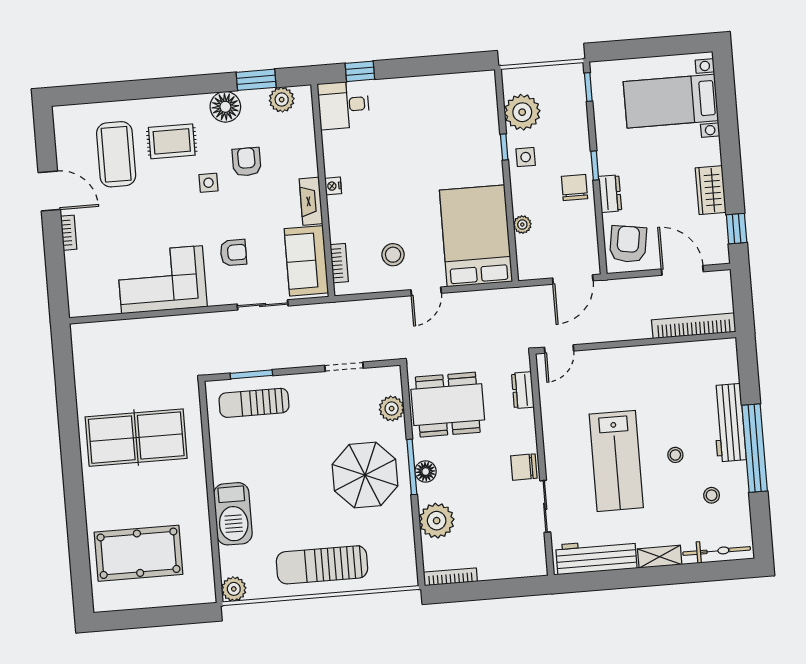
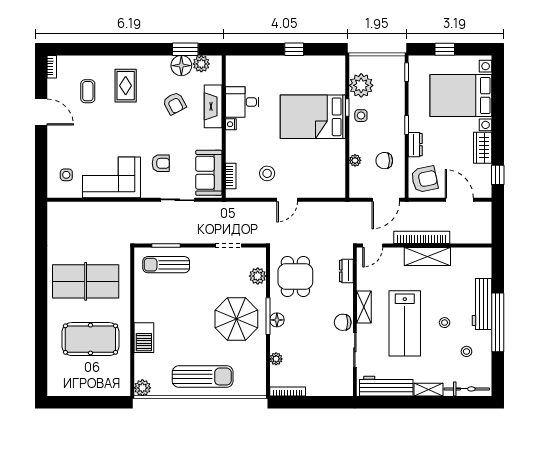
window: (642, 48) -> (445, 49), added
window: (360, 71) -> (294, 49), moved
bed with nightstands: (671, 101) -> (461, 96), width x1.36
desk: (344, 105) -> (242, 102), moved
floor lamp: (225, 107) -> (181, 66), moved
rug: (172, 141) -> (126, 86), turned 90
coffee table: (116, 154) -> (88, 91), width x0.54, depth x0.58
armchair: (247, 162) -> (174, 103), turned 152
side table: (208, 183) -> (66, 175), moved
chair: (574, 188) -> (384, 161), moved, turned -90
fireplace: (311, 201) -> (213, 106), moved, width x1.37, depth x1.32
bookcase: (69, 233) -> (52, 67), moved
bed: (476, 236) -> (313, 117), moved, turned -90
armchair: (628, 244) -> (425, 179), turned 69
bookcase: (694, 326) -> (422, 237), moved
shelving: (642, 359) -> (427, 257), added
dining table: (448, 405) -> (295, 276), width x0.73
shelving: (553, 442) -> (364, 307), added
barbecue: (233, 514) -> (144, 338), width x0.73, depth x0.83
plant: (437, 521) -> (276, 359), width x0.53, depth x0.53
pool table: (139, 553) -> (90, 339), moved
sun lounger: (322, 565) -> (203, 377), turned 180

